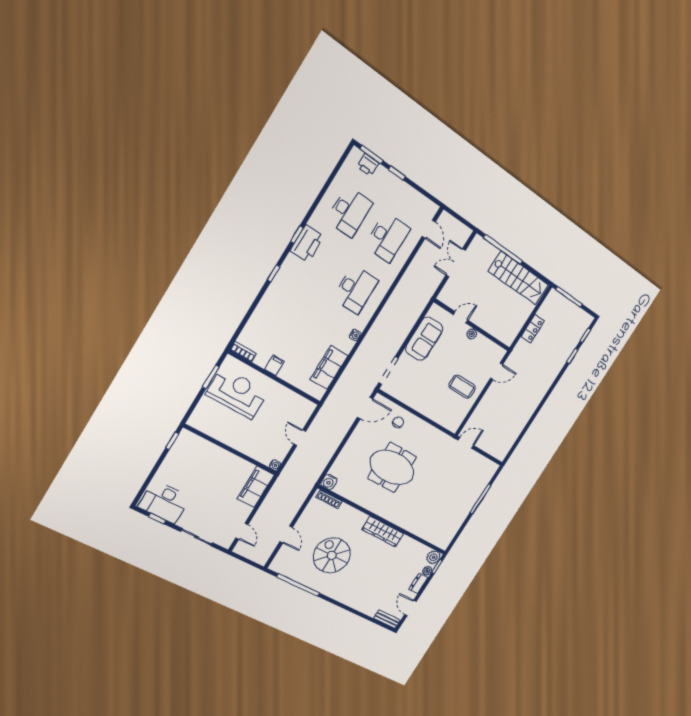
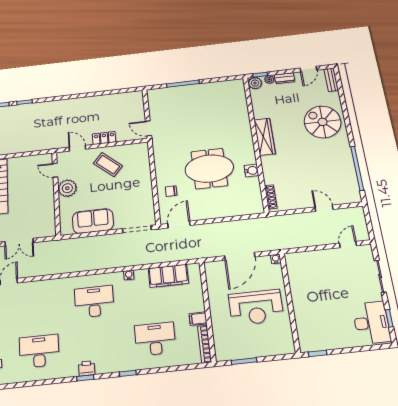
desk: (387, 238) -> (155, 339), moved
printer: (307, 244) -> (87, 368), width x0.53, depth x0.68
door: (461, 317) -> (55, 170), moved
locker: (533, 329) -> (104, 138), moved
plant: (472, 334) -> (67, 188), width x1.88, depth x1.88
bookcase: (243, 352) -> (205, 344), width x1.56
coffee table: (462, 387) -> (108, 165), turned -49
reception desk: (237, 393) -> (256, 307), moved, turned -90
door: (365, 408) -> (179, 224), hinge flipped
door: (300, 438) -> (240, 256), width x1.87
meeting table: (392, 467) -> (209, 168), turned 90
water cooler: (329, 482) -> (251, 171), moved
filing cabinet: (256, 487) -> (304, 261), removed
door: (286, 535) -> (324, 208), hinge flipped
spiral stairs: (332, 555) -> (323, 122), moved, turned 90

